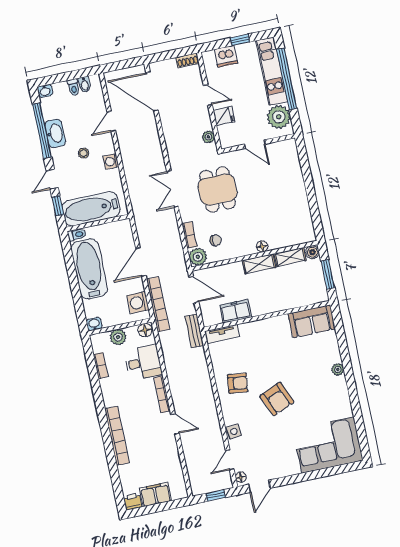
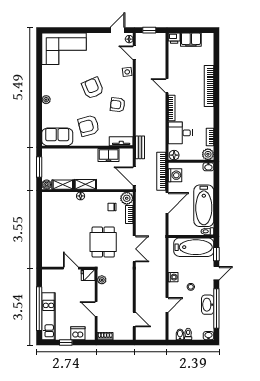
door: (152, 92) -> (134, 319), width x0.53
fridge: (224, 116) -> (88, 275), moved
plant: (279, 117) -> (50, 283), removed
plant: (118, 337) -> (208, 154), moved
armchair: (272, 346) -> (89, 126), added
door: (230, 460) -> (134, 53), swing flipped
printer: (133, 501) -> (174, 38), moved

